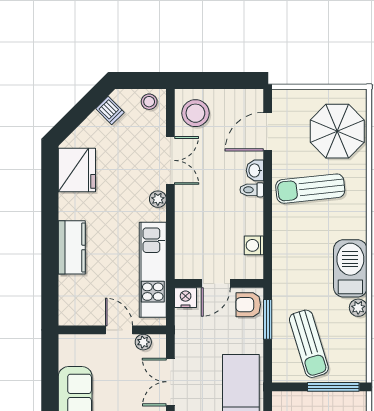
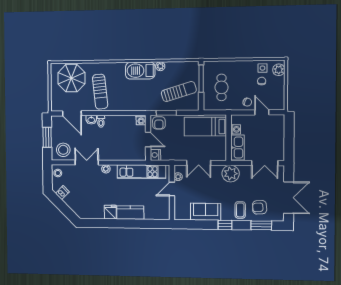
window: (220, 80) -> (47, 137), added
fridge: (77, 170) -> (110, 212), moved, width x0.53, depth x0.75
washing machine: (254, 245) -> (141, 120), moved

